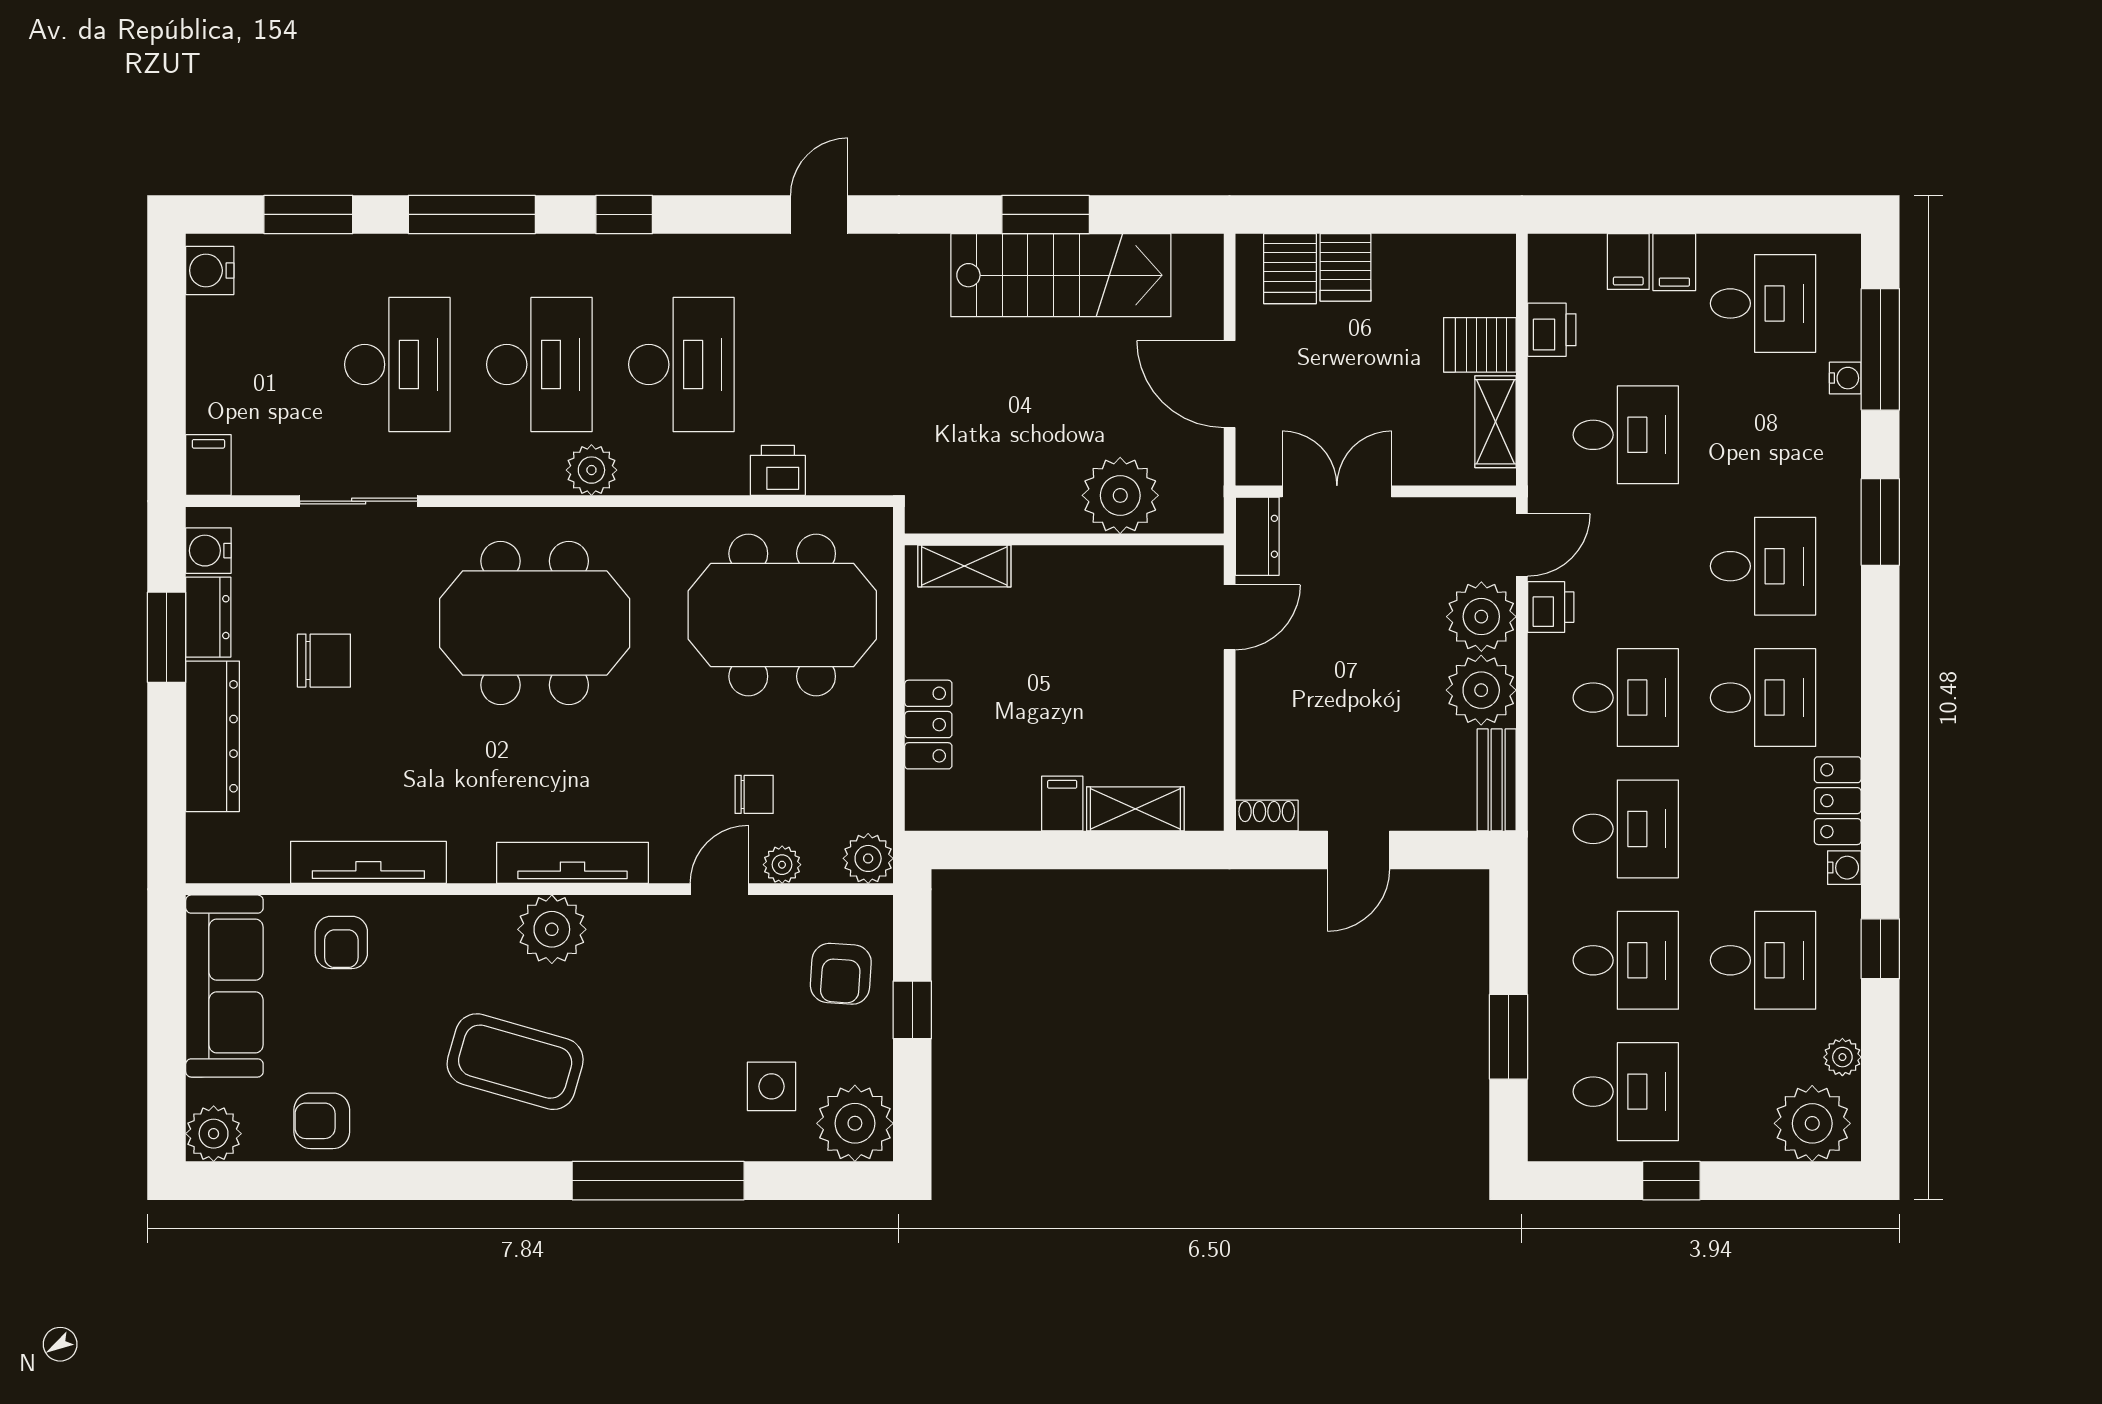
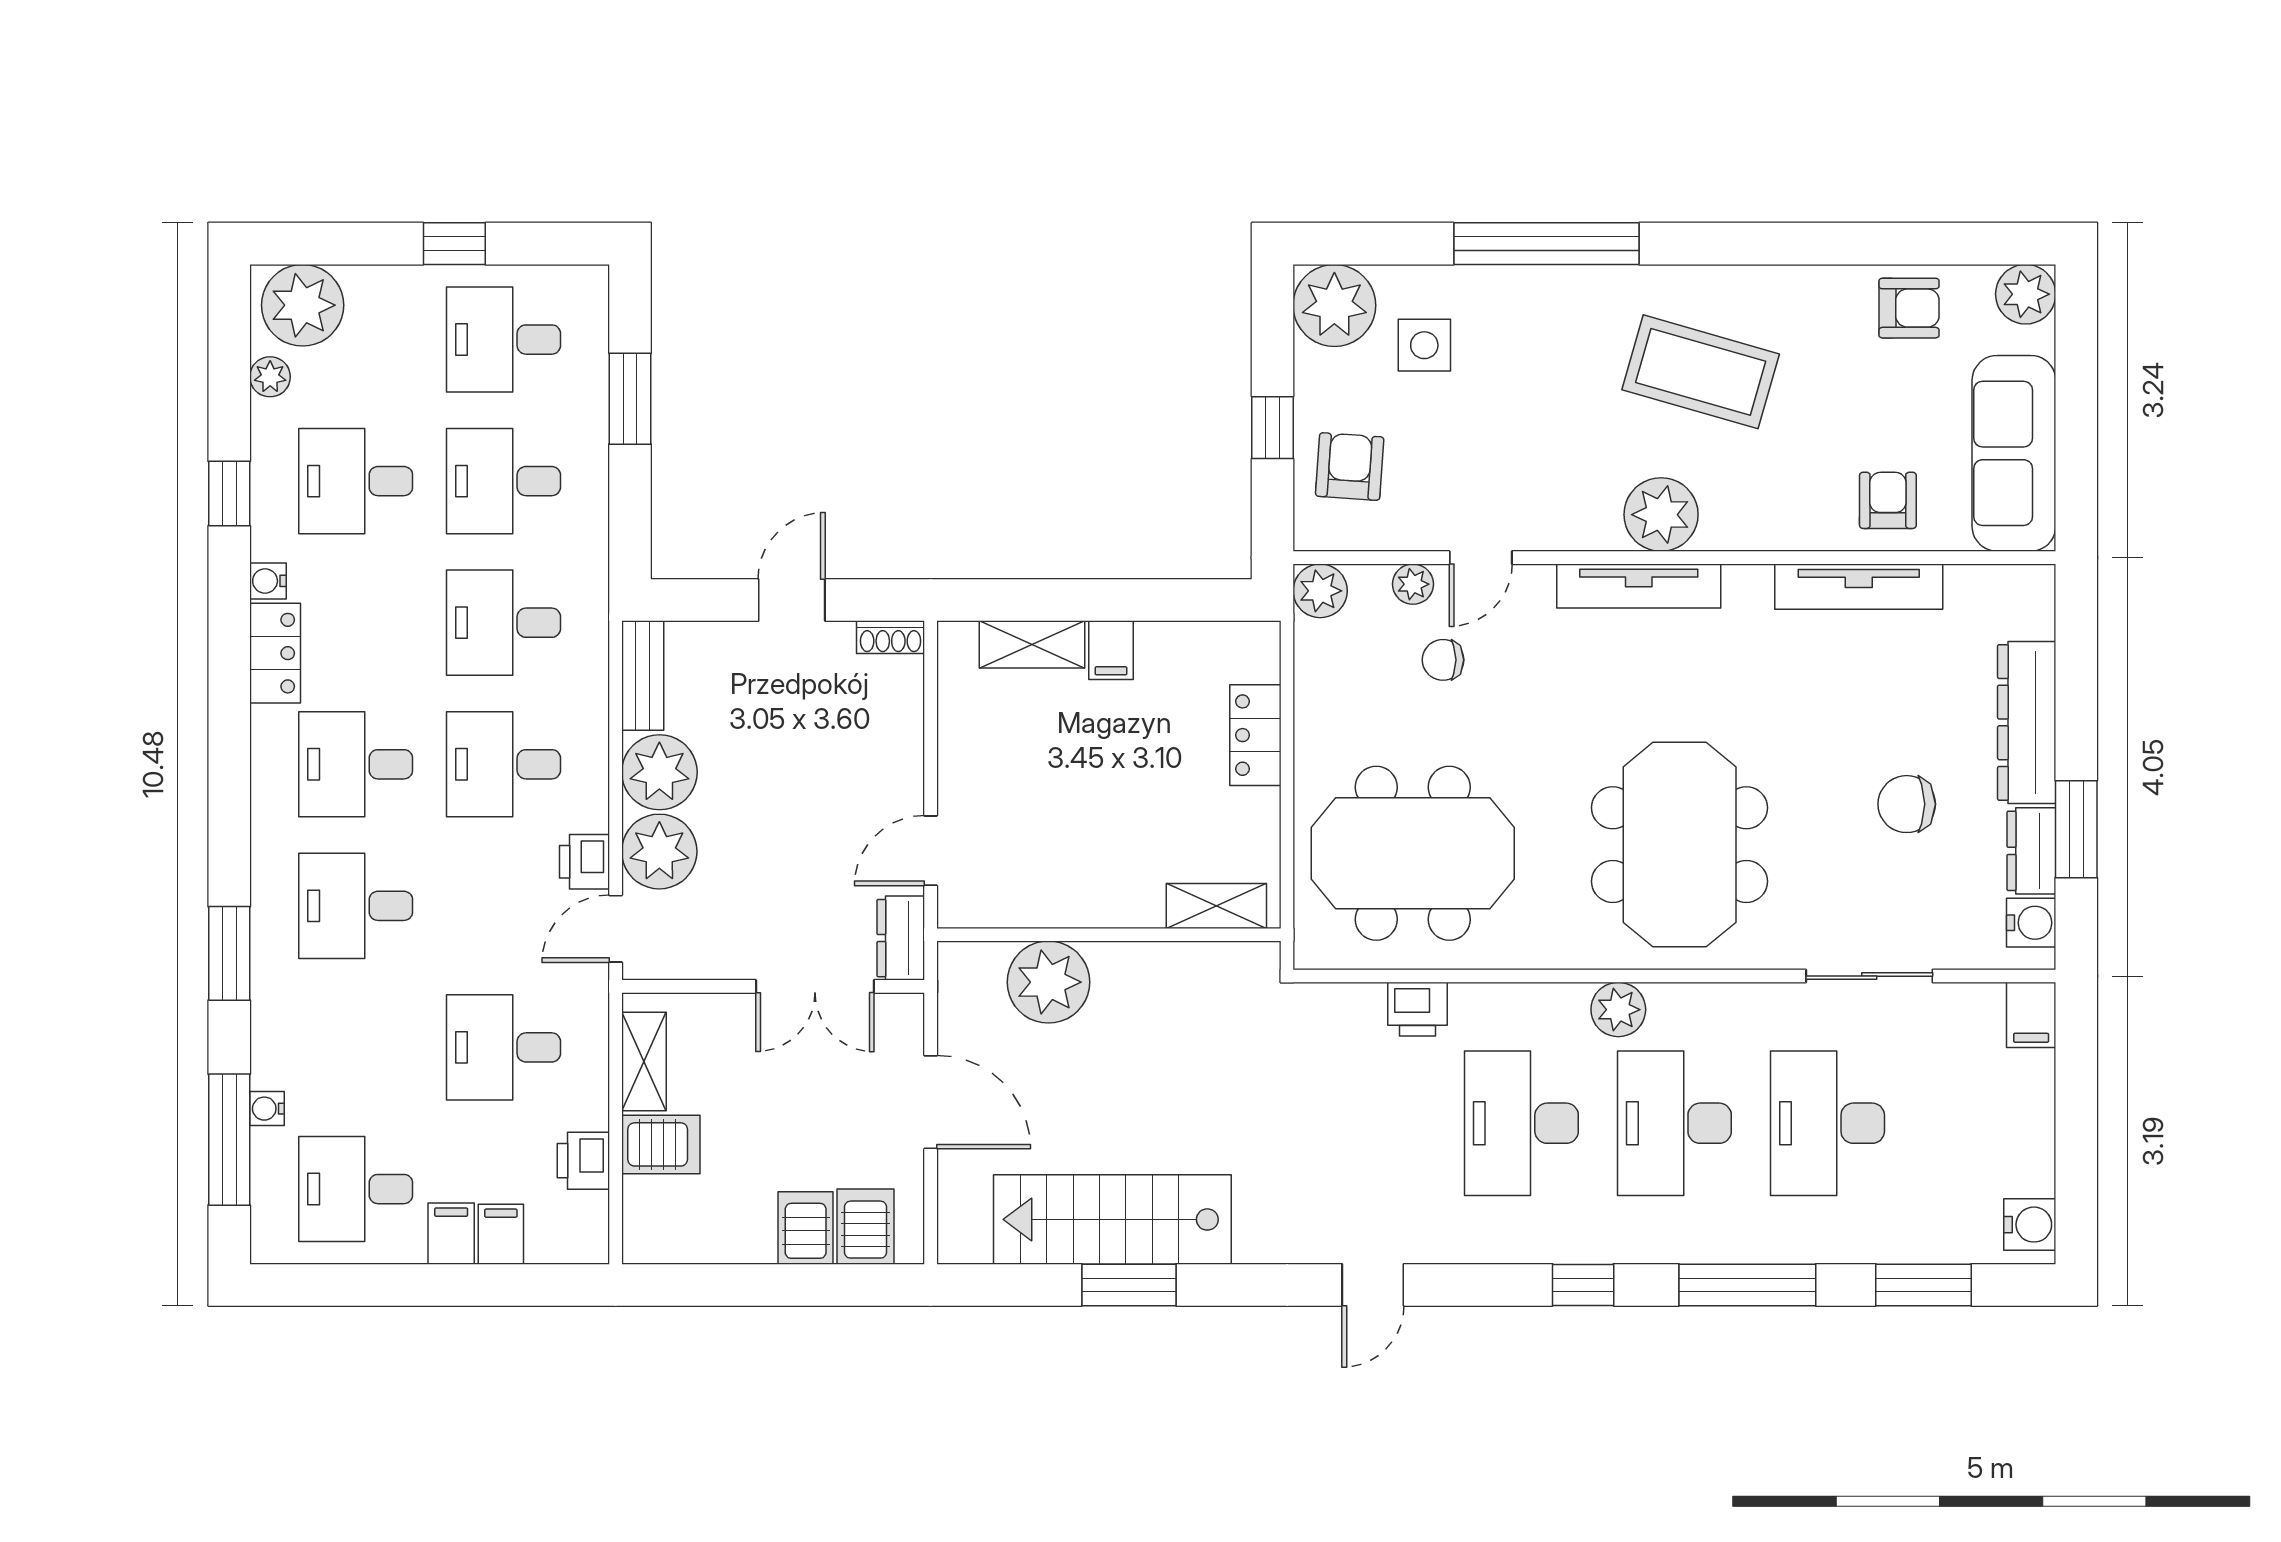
meeting table: (535, 623) -> (1680, 845), turned 90

